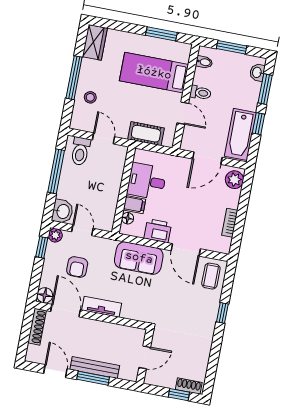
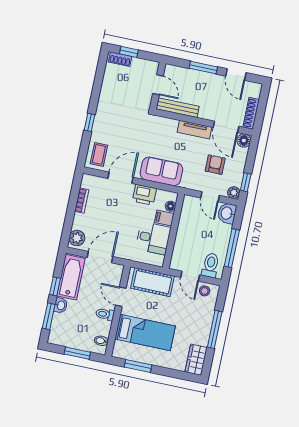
washbasin: (257, 72) -> (61, 305), moved
stool: (90, 97) -> (205, 291), moved
cot: (146, 134) -> (152, 282), width x1.37, depth x1.34
door: (186, 250) -> (120, 178), hinge flipped
door: (145, 357) -> (158, 85), swing flipped
bench: (95, 367) -> (177, 108), moved

